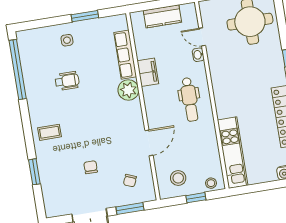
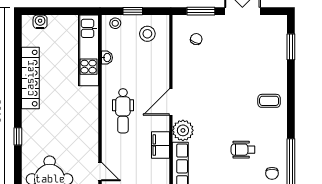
washbasin: (198, 55) -> (107, 58), moved
dental chair: (190, 99) -> (123, 111), turned 180
door: (149, 143) -> (171, 102), moved
chair: (91, 167) -> (272, 173), moved
window: (34, 172) -> (291, 47), moved

